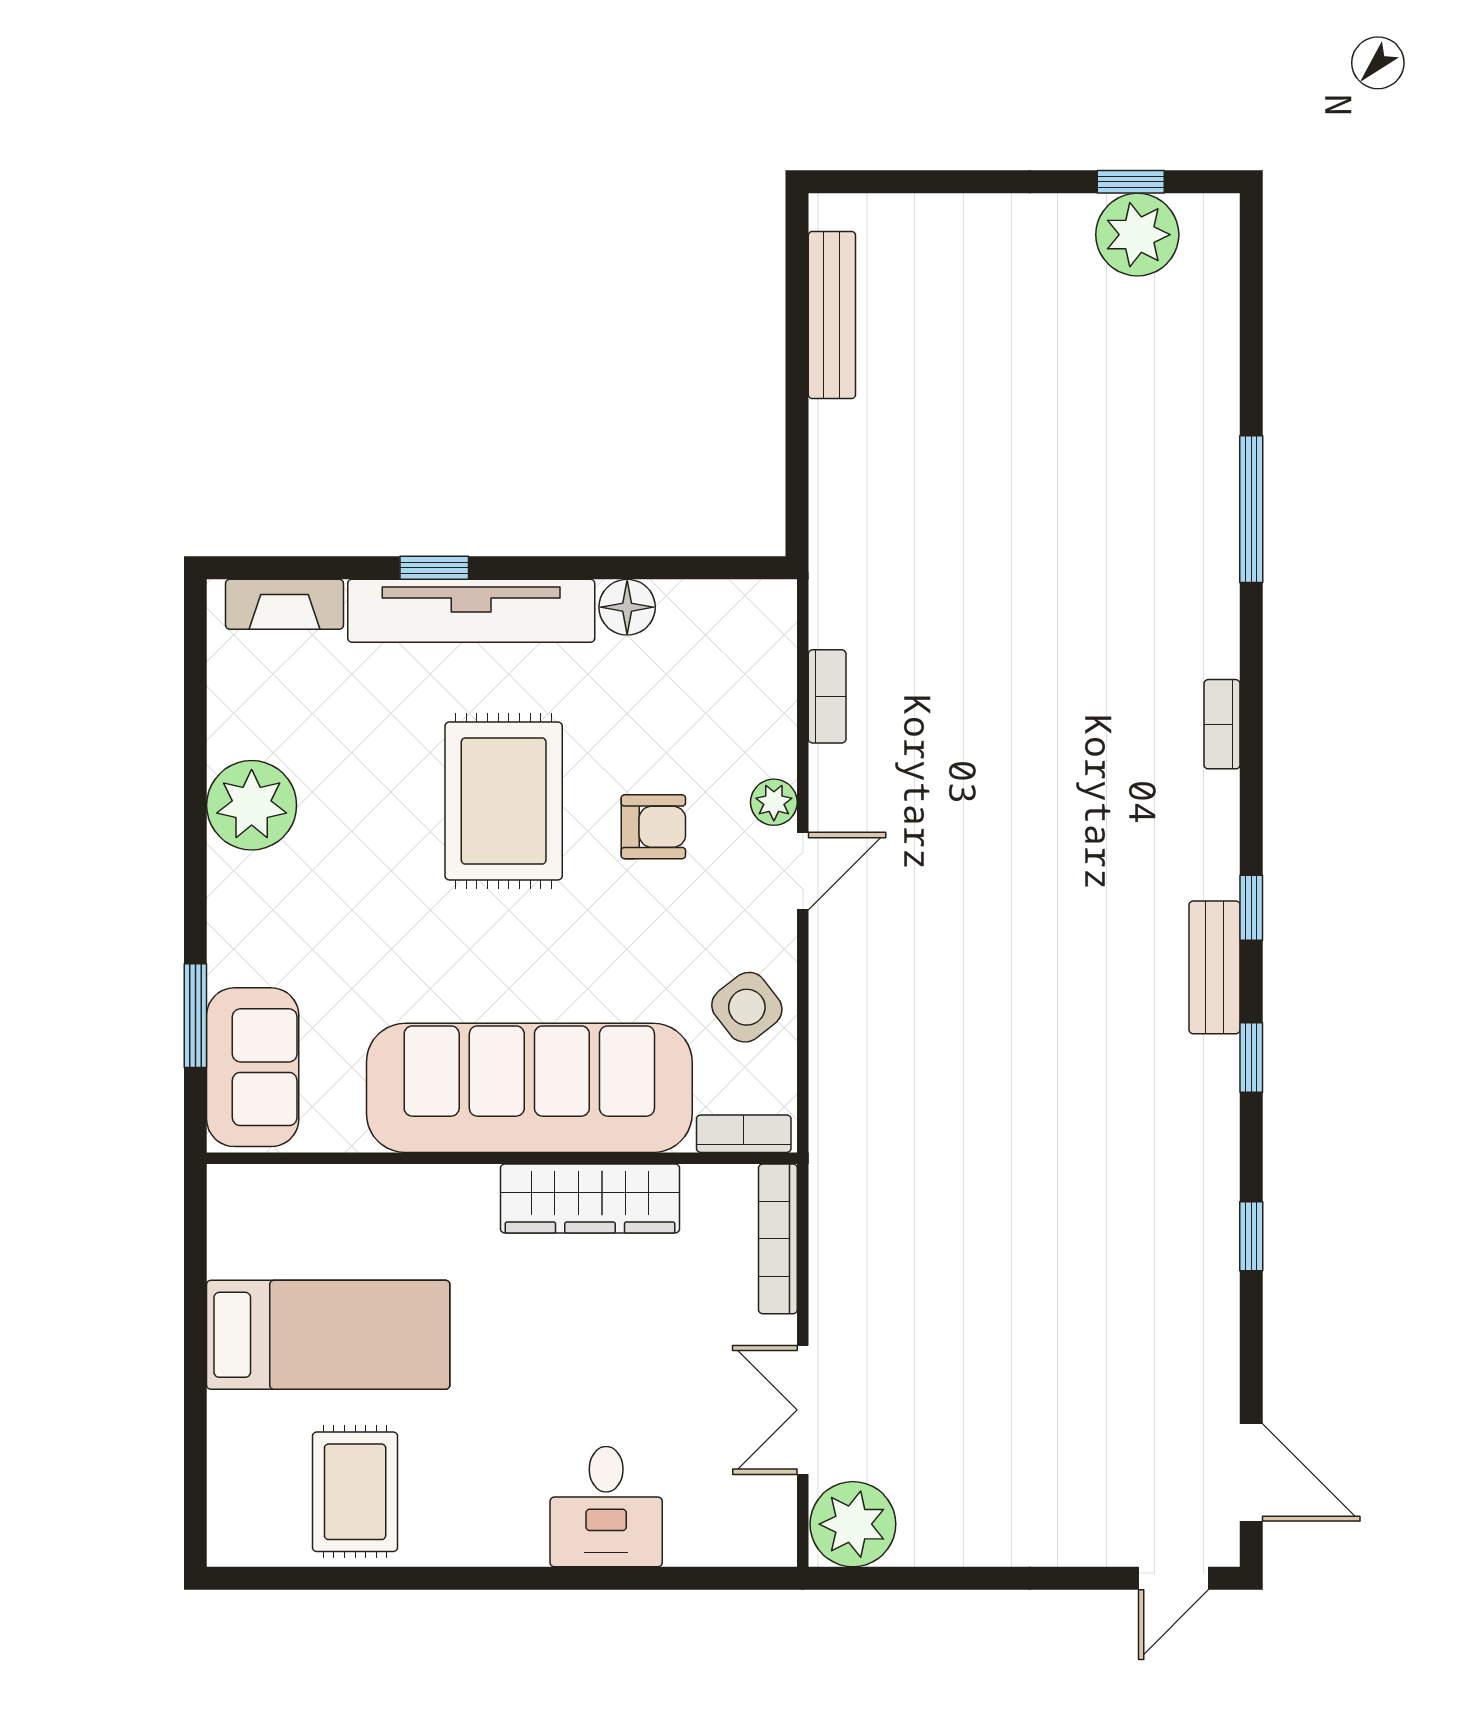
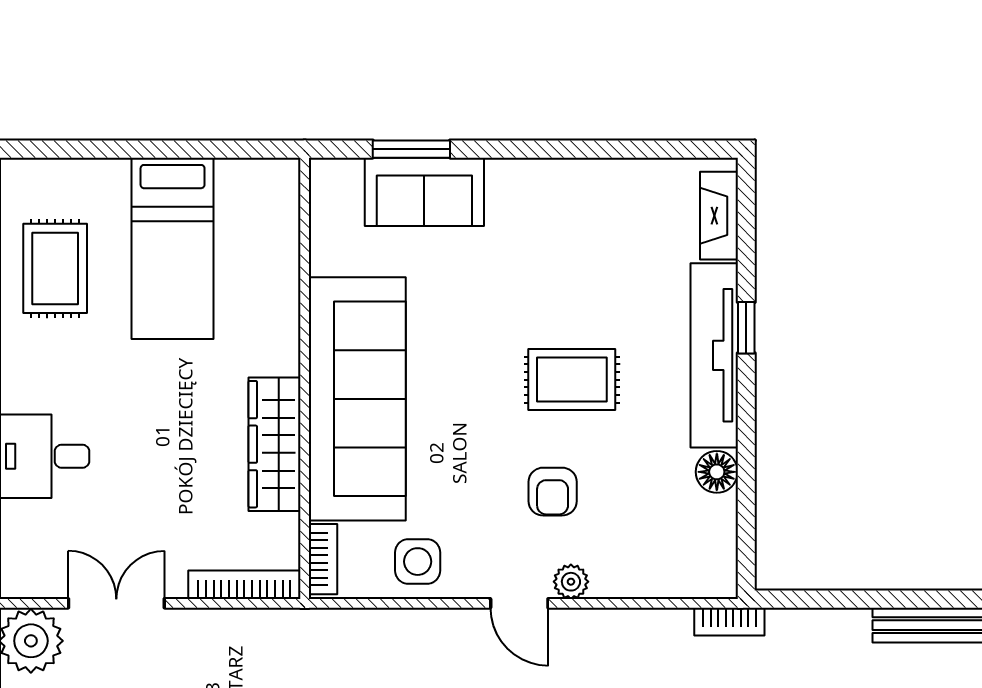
bookcase: (827, 696) -> (729, 622), moved
rug: (504, 801) -> (572, 380), width x0.73, depth x0.70
plant: (252, 805) -> (569, 191), removed
side table: (747, 1007) -> (418, 562), turned 38
sofa: (253, 1067) -> (424, 192), moved
rug: (355, 1492) -> (55, 268), turned 90

